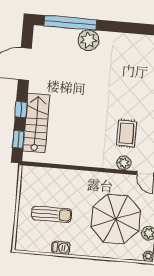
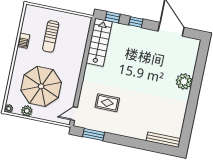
window: (70, 23) -> (199, 69), removed
stairs: (36, 123) -> (99, 42), moved, turned -90
plant: (124, 163) -> (84, 98), removed

